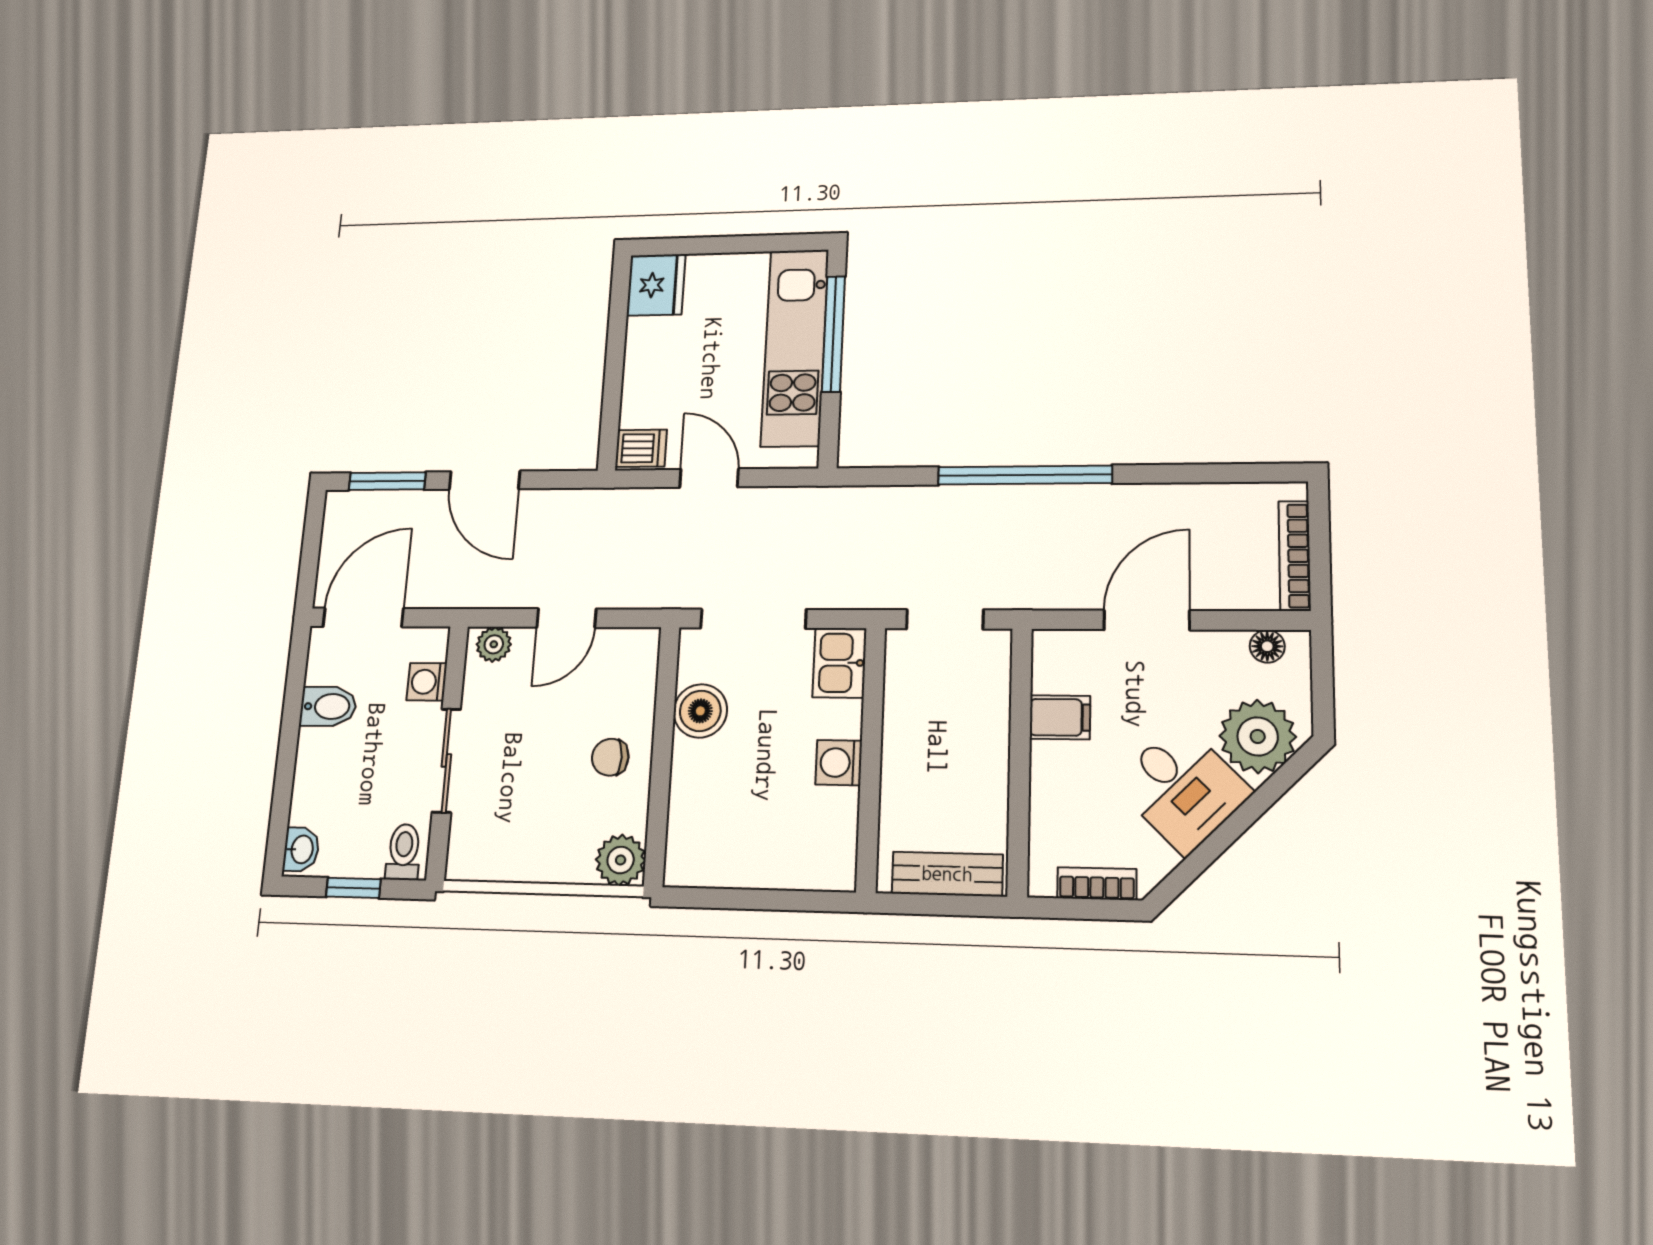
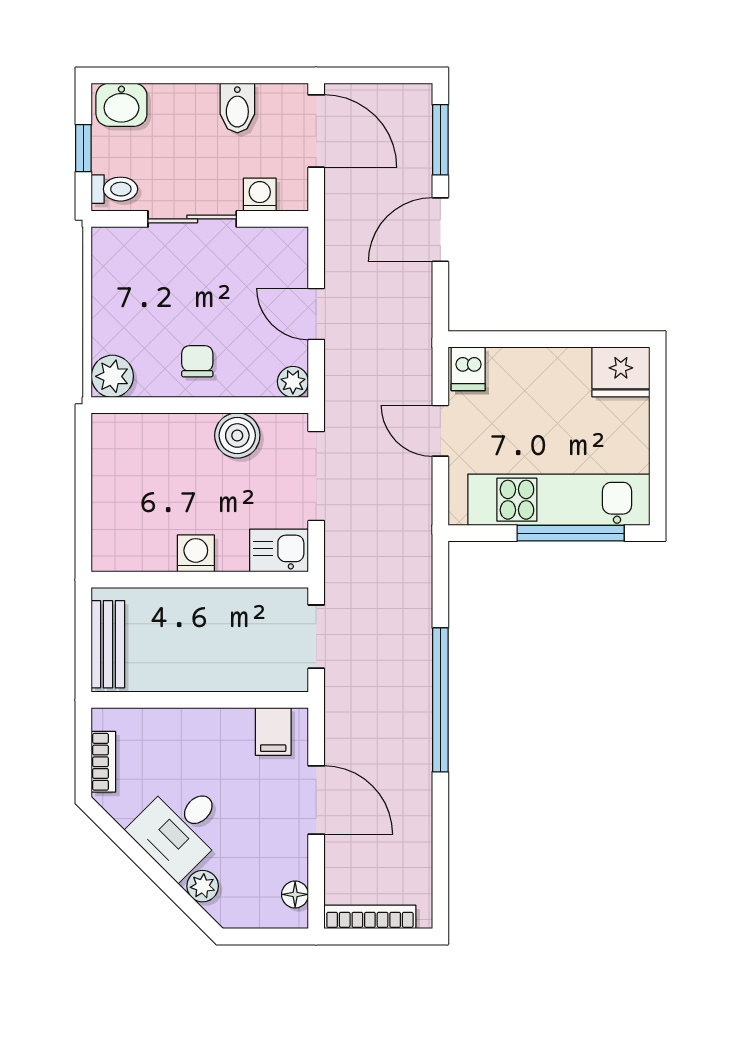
door: (709, 478) -> (440, 431), swing flipped
plant: (494, 644) -> (293, 382), moved
filing cabinet: (1060, 717) -> (273, 731), moved
plant: (1258, 736) -> (203, 886), width x0.53, depth x0.53
washbasin: (301, 849) -> (121, 105), width x1.38, depth x1.45

